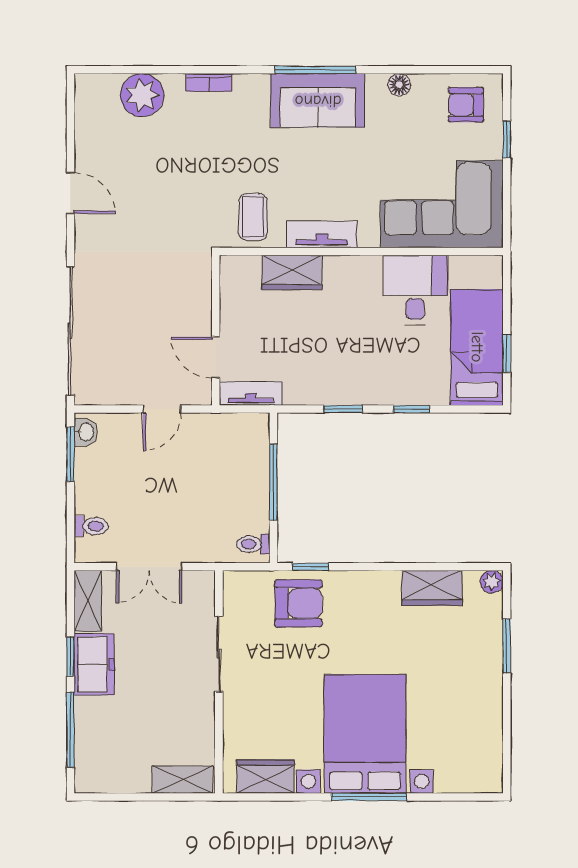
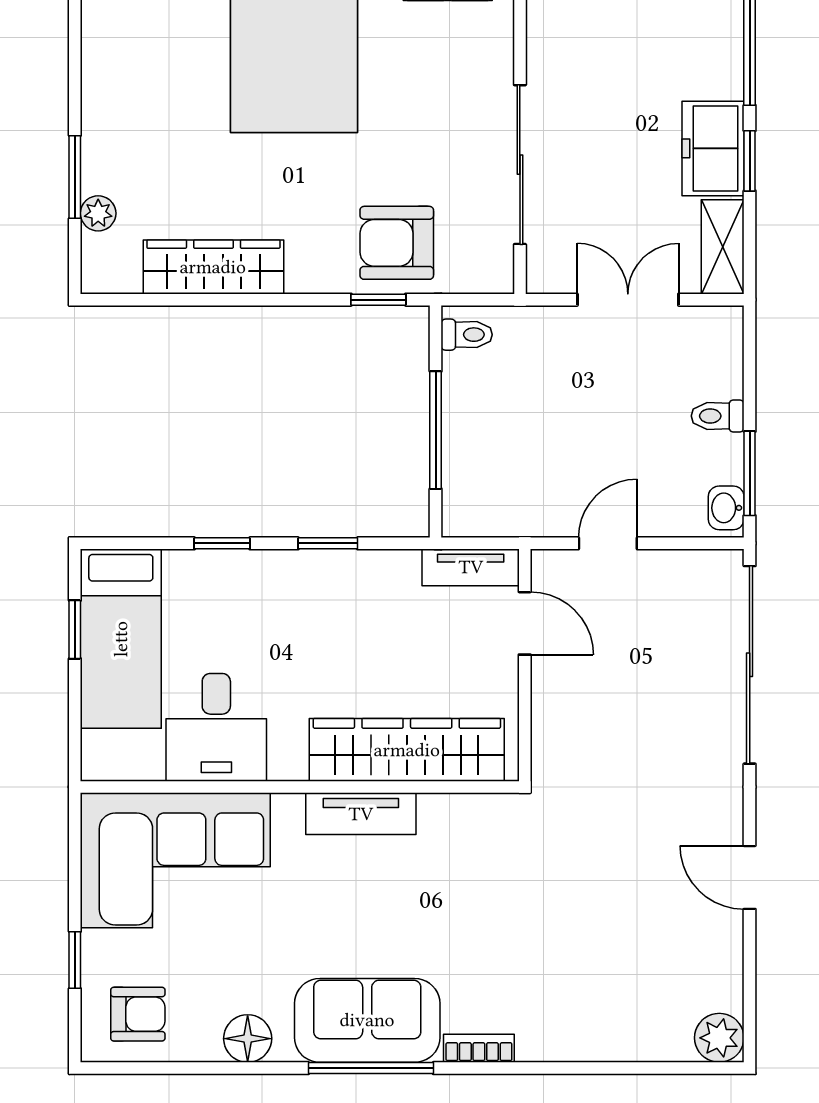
bookcase: (209, 83) -> (479, 1048), moved
floor lamp: (399, 85) -> (248, 1039), width x1.37, depth x1.37
plant: (142, 95) -> (719, 1038), moved, width x0.73, depth x0.73
coffee table: (253, 217) -> (467, 840), removed
wardrobe: (292, 273) -> (407, 750), width x2.10, depth x1.17
toilet: (91, 526) -> (718, 416), moved
plant: (492, 582) -> (98, 213), moved
wardrobe: (432, 588) -> (213, 267), width x1.50
sliding door: (219, 654) -> (520, 165), width x1.37

